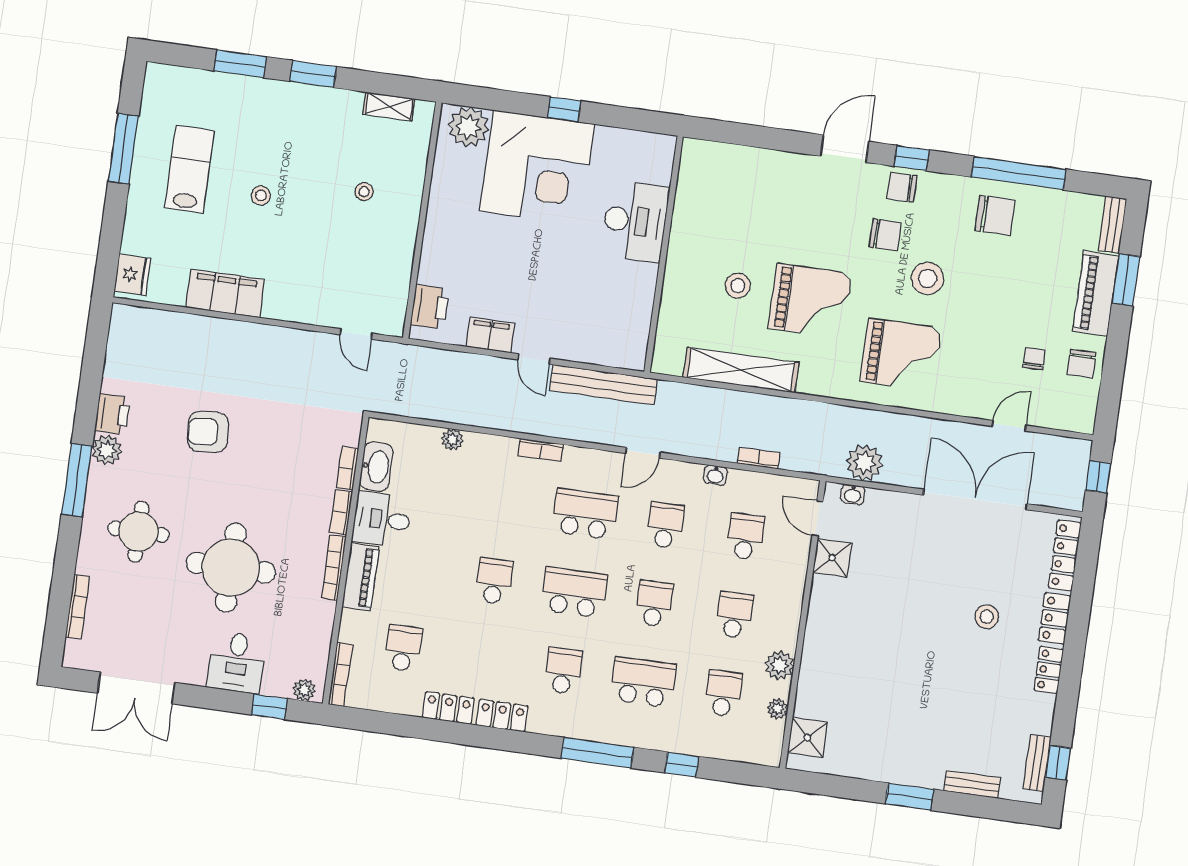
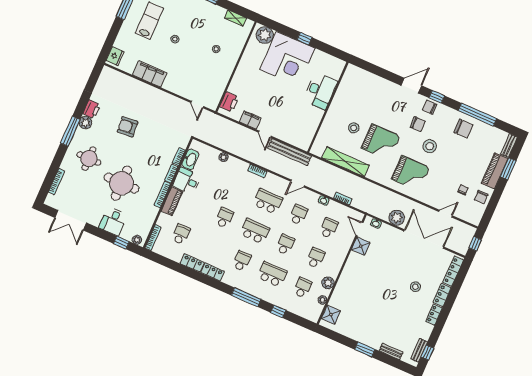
plant: (865, 463) -> (397, 218), moved

